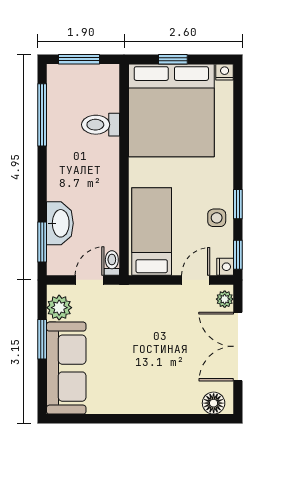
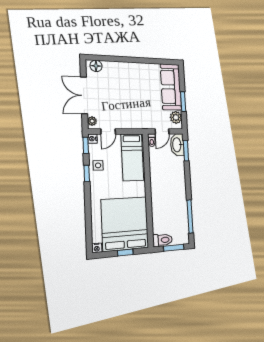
toilet: (101, 125) -> (162, 240), moved
washbasin: (60, 223) -> (177, 145), moved
double door: (238, 346) -> (84, 95), swing flipped

